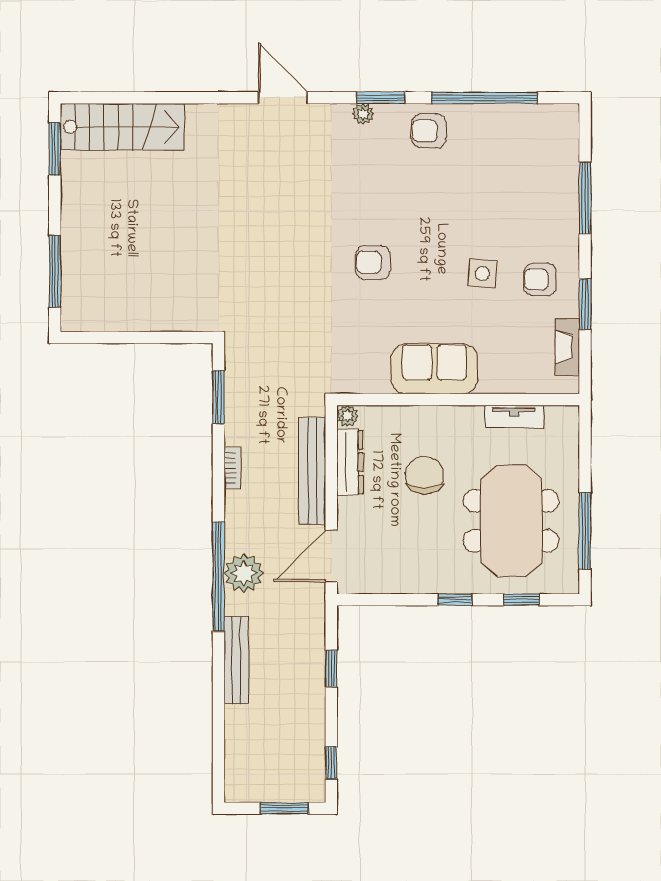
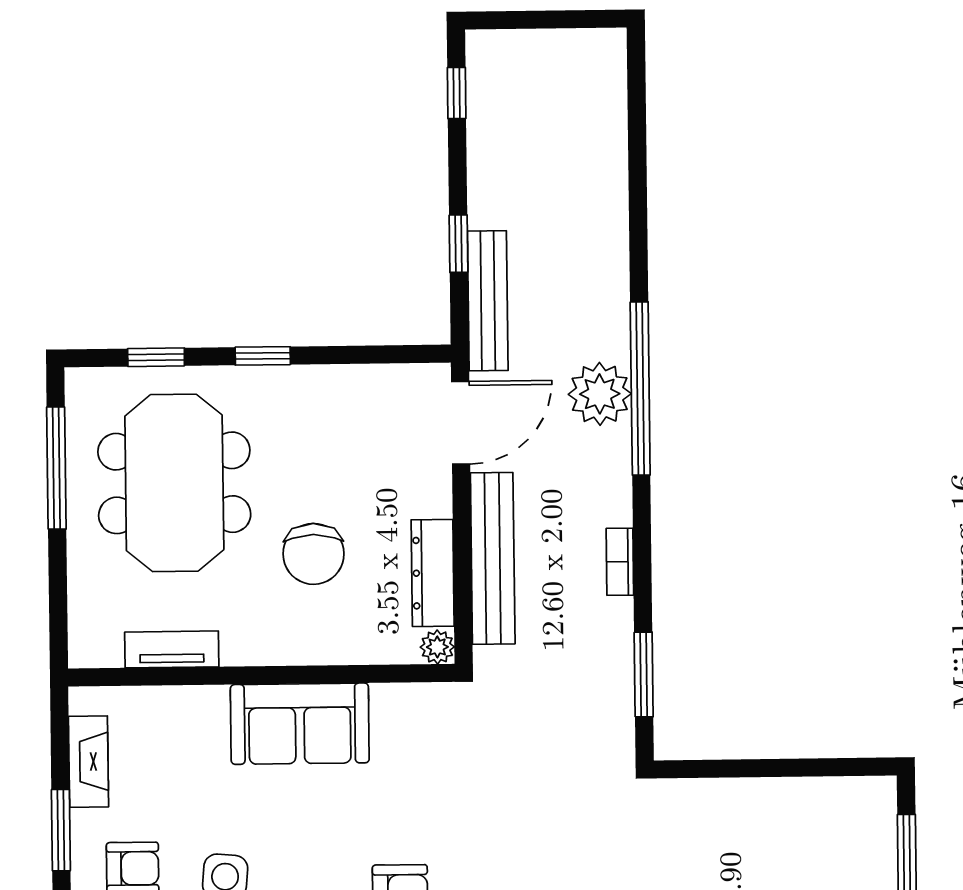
bench: (236, 660) -> (488, 301), moved
window: (284, 808) -> (531, 20), removed

